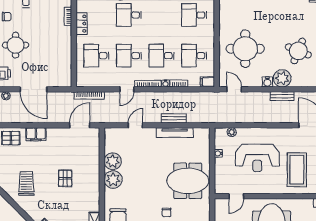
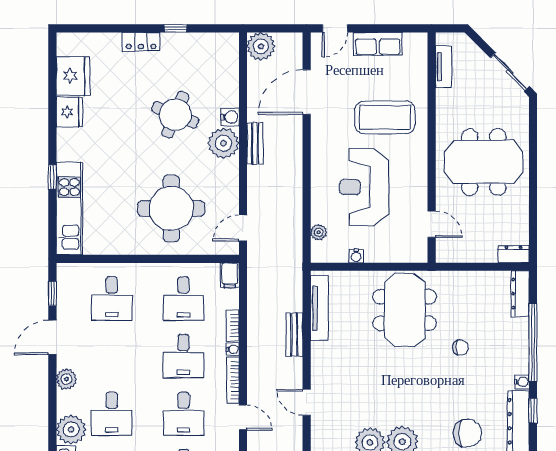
water cooler: (267, 82) -> (230, 117), moved
tv unit: (175, 133) -> (319, 308), moved
reception desk: (257, 158) -> (364, 187), turned 180

